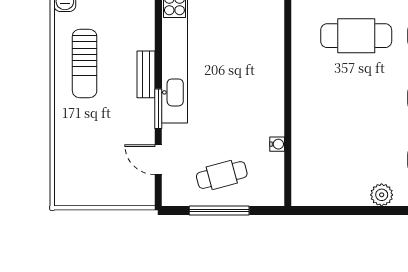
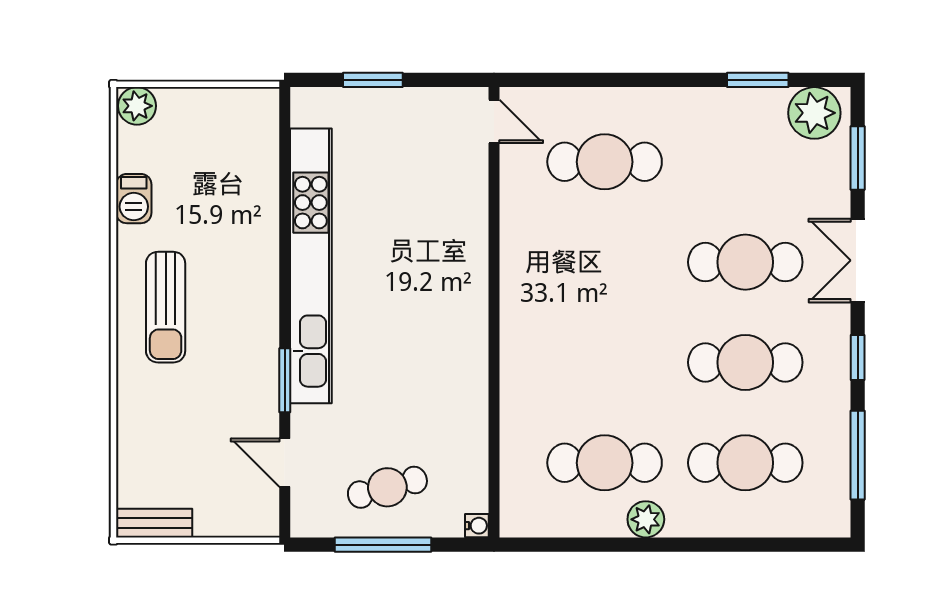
cafe table: (356, 36) -> (605, 463), moved
bench: (146, 74) -> (154, 523), moved, turned 90
water cooler: (277, 144) -> (477, 526), moved

